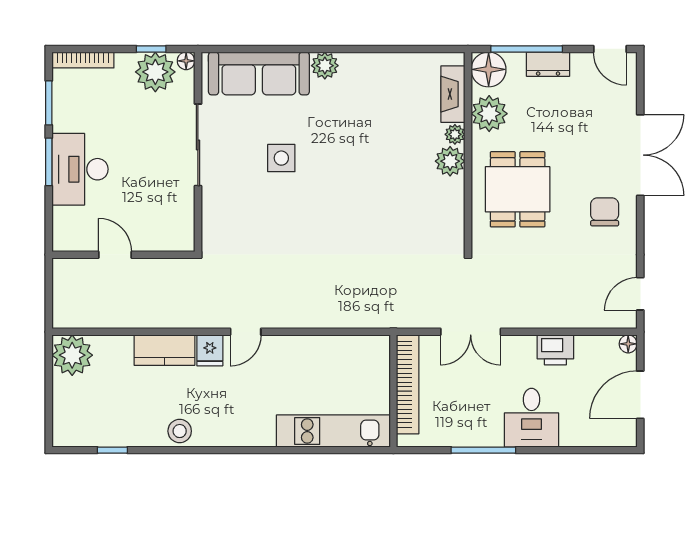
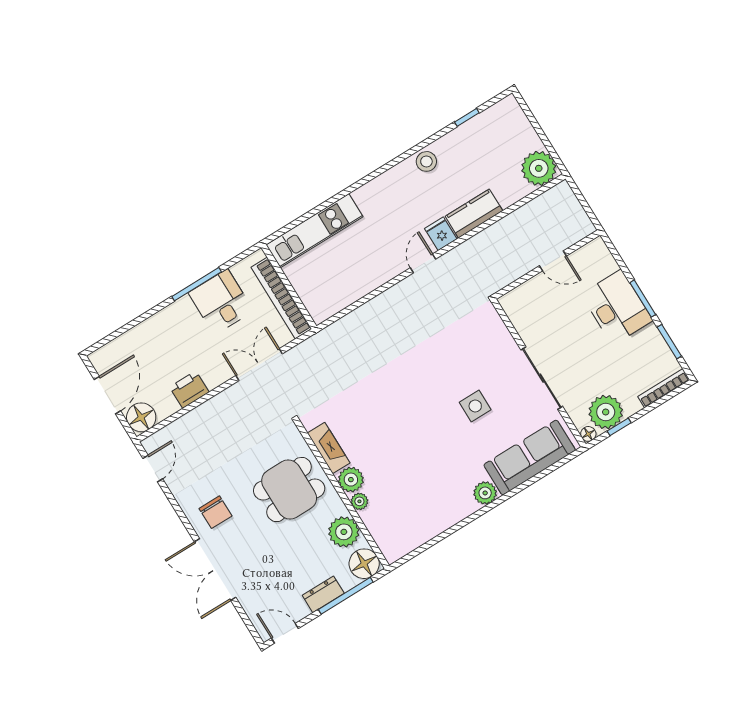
fireplace: (453, 94) -> (329, 448), moved
dining table: (518, 189) -> (289, 490), turned 90
floor lamp: (628, 344) -> (141, 417), width x1.89, depth x1.89
desk: (531, 418) -> (221, 302), moved

